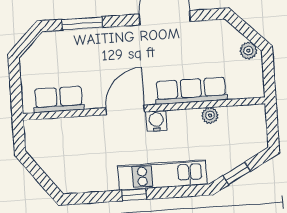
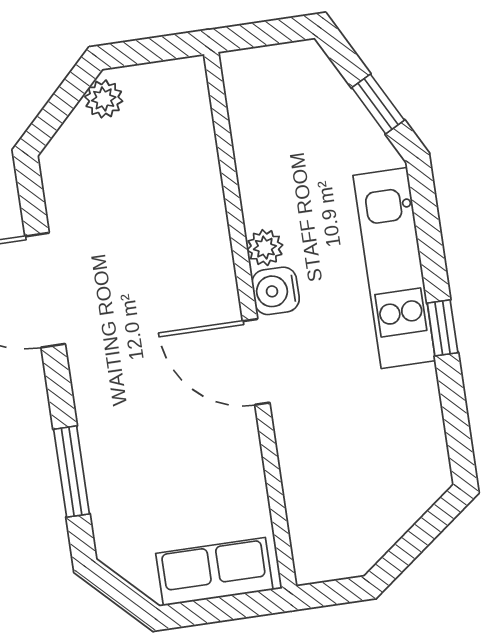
row of seats: (191, 91) -> (202, 219), removed
row of seats: (59, 99) -> (214, 572), moved, turned 90
plant: (210, 115) -> (265, 248), moved

